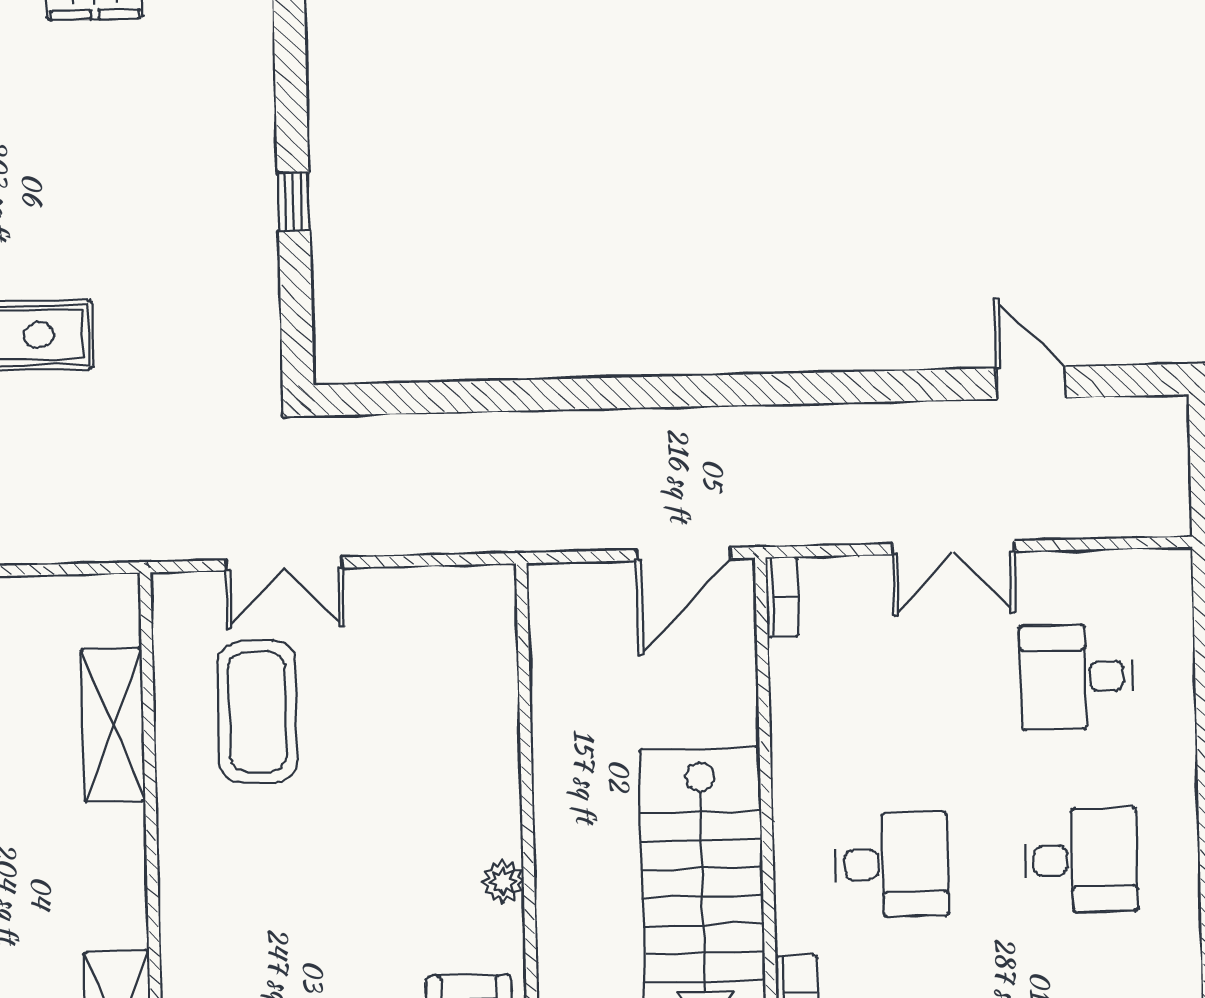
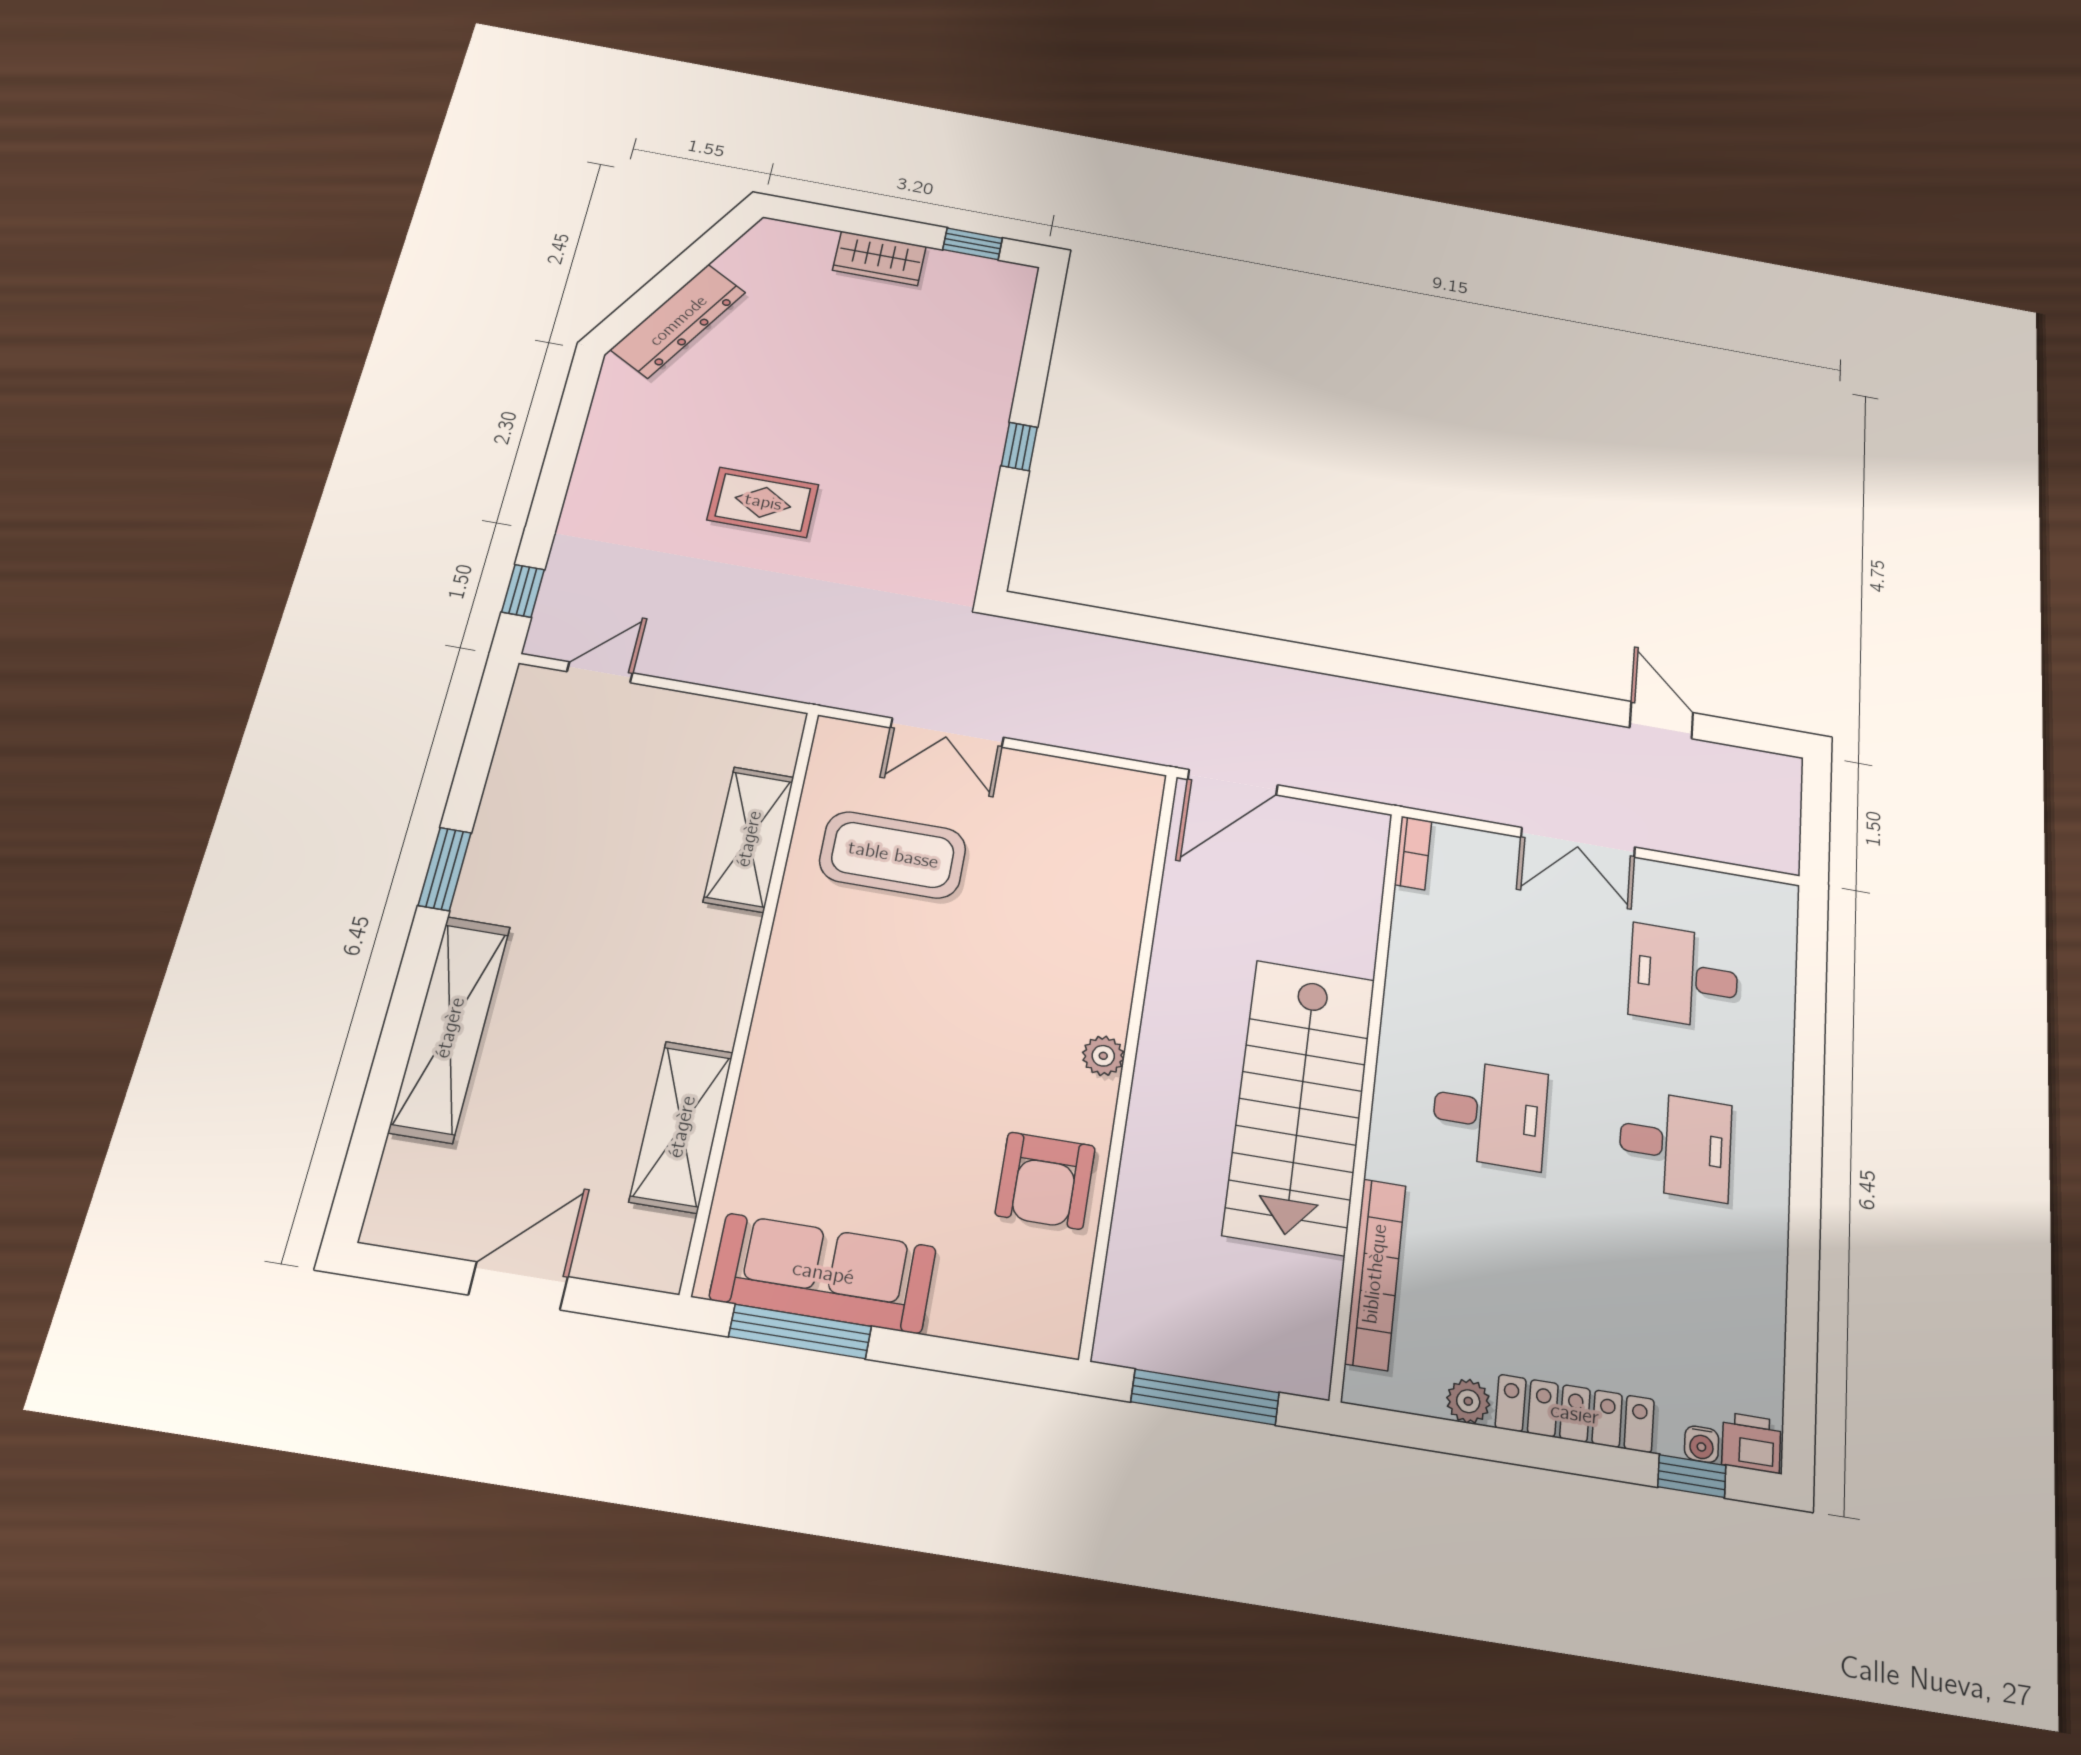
door: (684, 554) -> (1233, 782), moved
coffee table: (257, 712) -> (893, 855), turned 90

